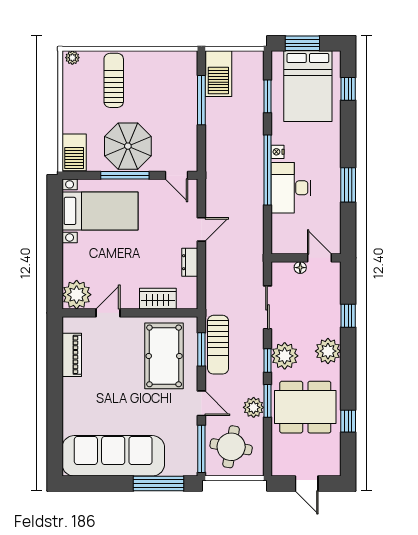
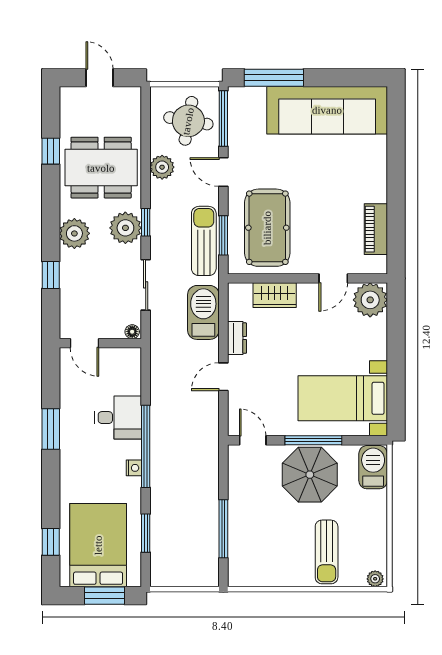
barbecue: (218, 74) -> (203, 312), moved
desk: (291, 188) -> (118, 418), width x0.73
floor lamp: (300, 268) -> (132, 332), moved
window: (267, 401) -> (146, 175), removed

